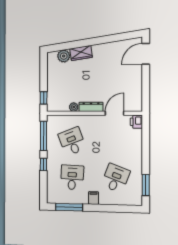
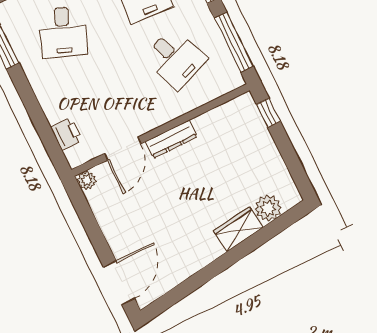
plant: (74, 107) -> (87, 180), moved
printer: (136, 122) -> (67, 134), moved

